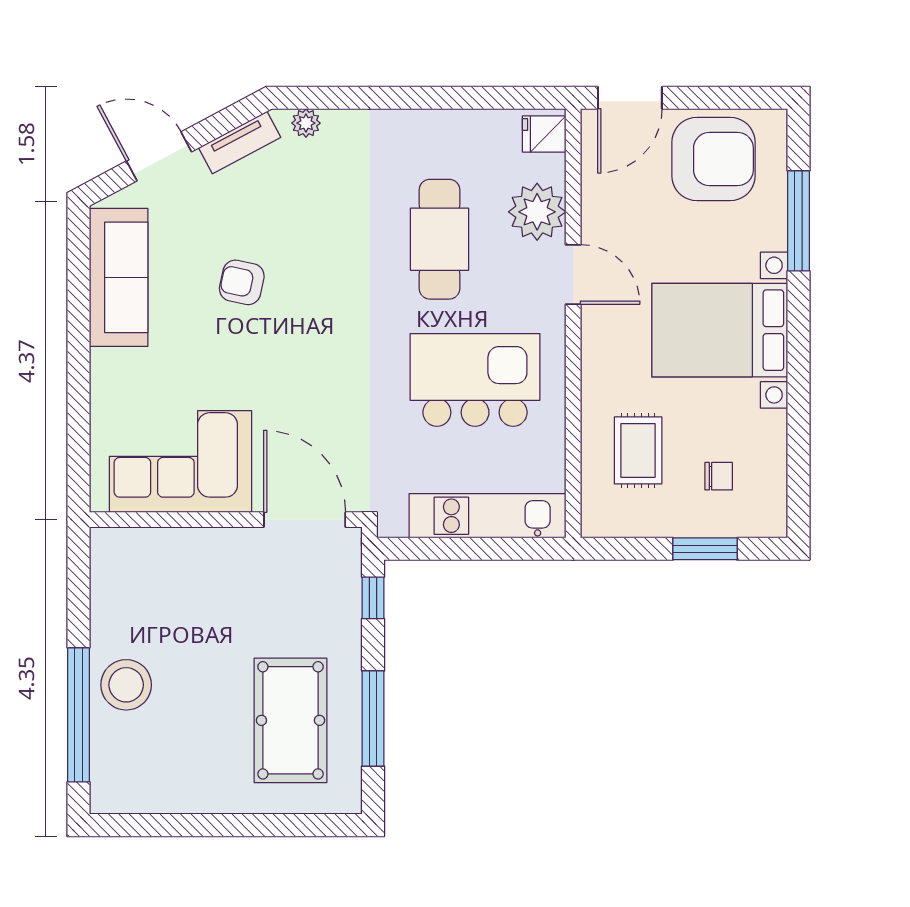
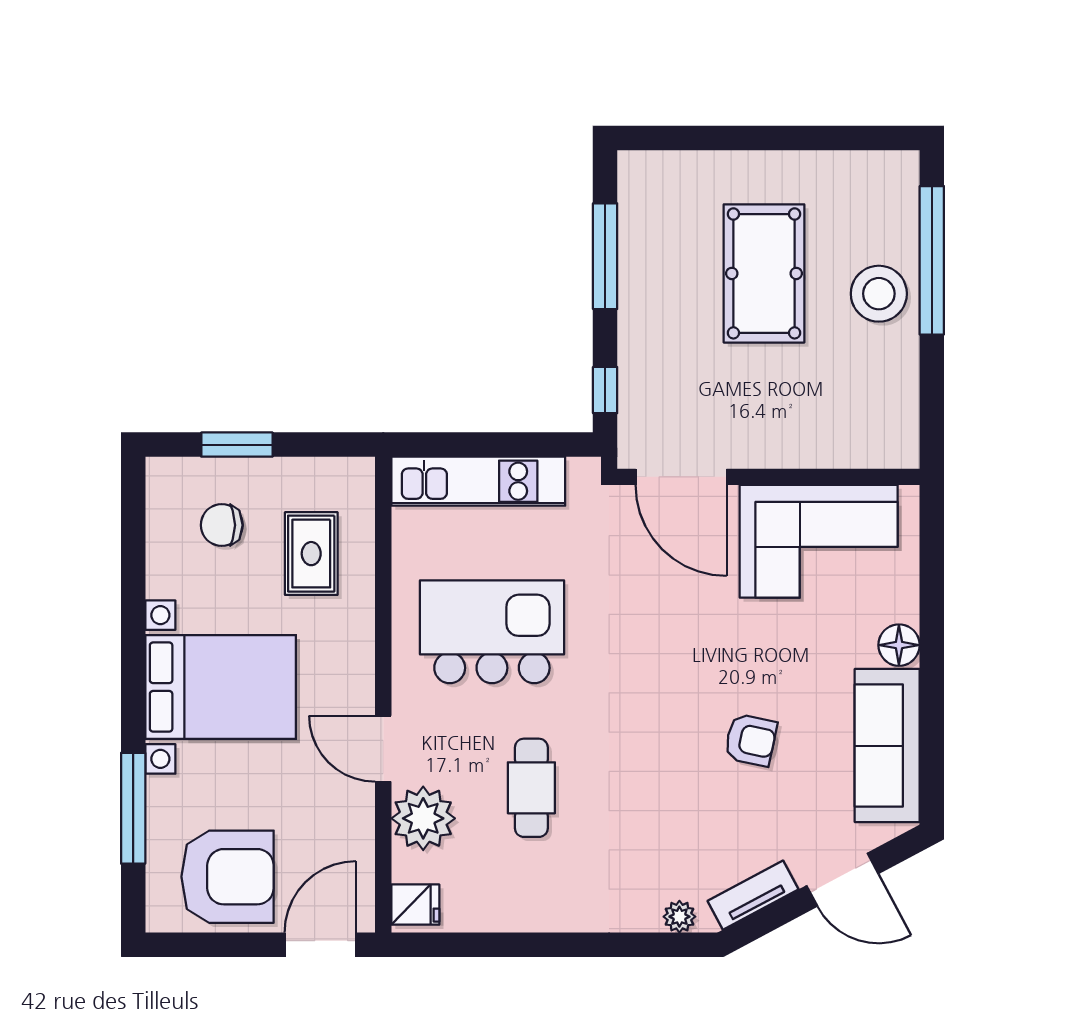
armchair: (713, 159) -> (228, 877), turned 180
cafe table: (440, 239) -> (531, 788), width x0.73, depth x0.74
floor lamp: (108, 368) -> (899, 645), added
kitchen island: (475, 380) -> (492, 632), turned 180
chair: (719, 476) -> (222, 525), width x1.37, depth x1.37
pool table: (290, 720) -> (764, 273), moved

